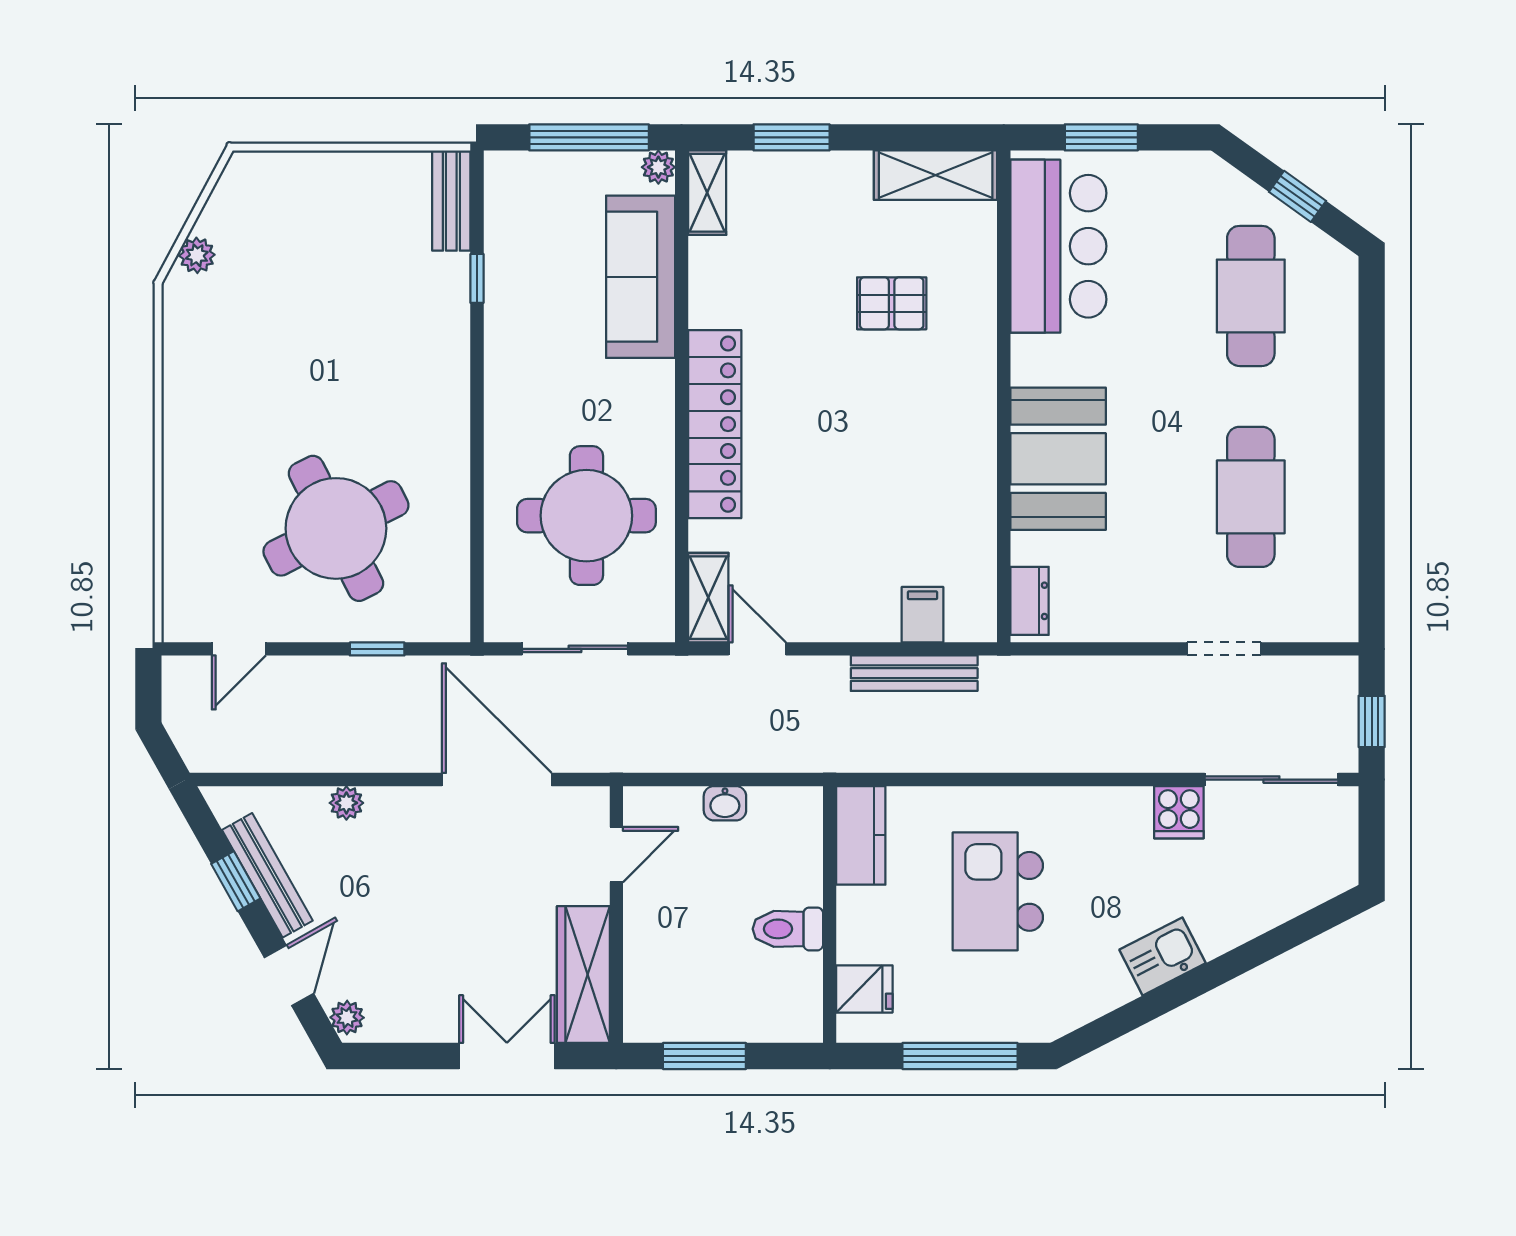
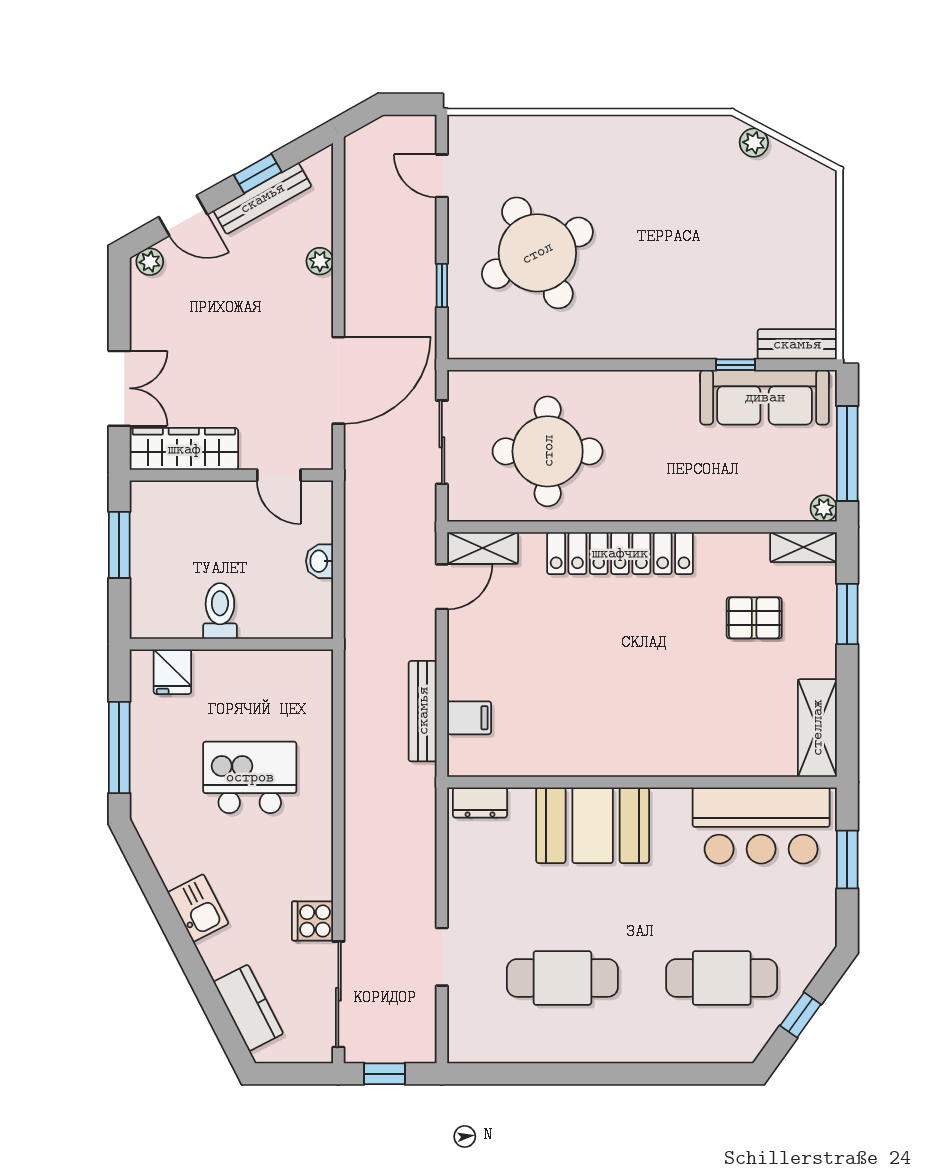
sofa: (641, 277) -> (765, 397), moved, turned 180
pallet: (892, 303) -> (754, 618), moved, turned 90
kitchen counter: (861, 835) -> (248, 1008), moved, turned -117

